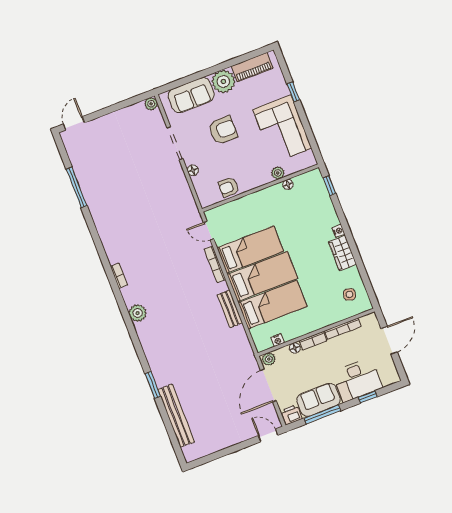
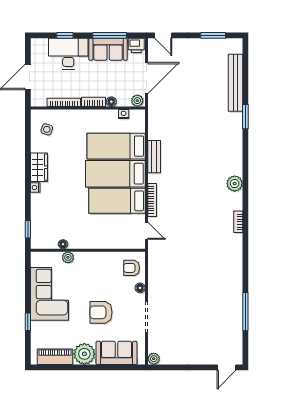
armchair: (229, 187) -> (132, 268), moved, turned 180
window: (217, 455) -> (213, 35), added

